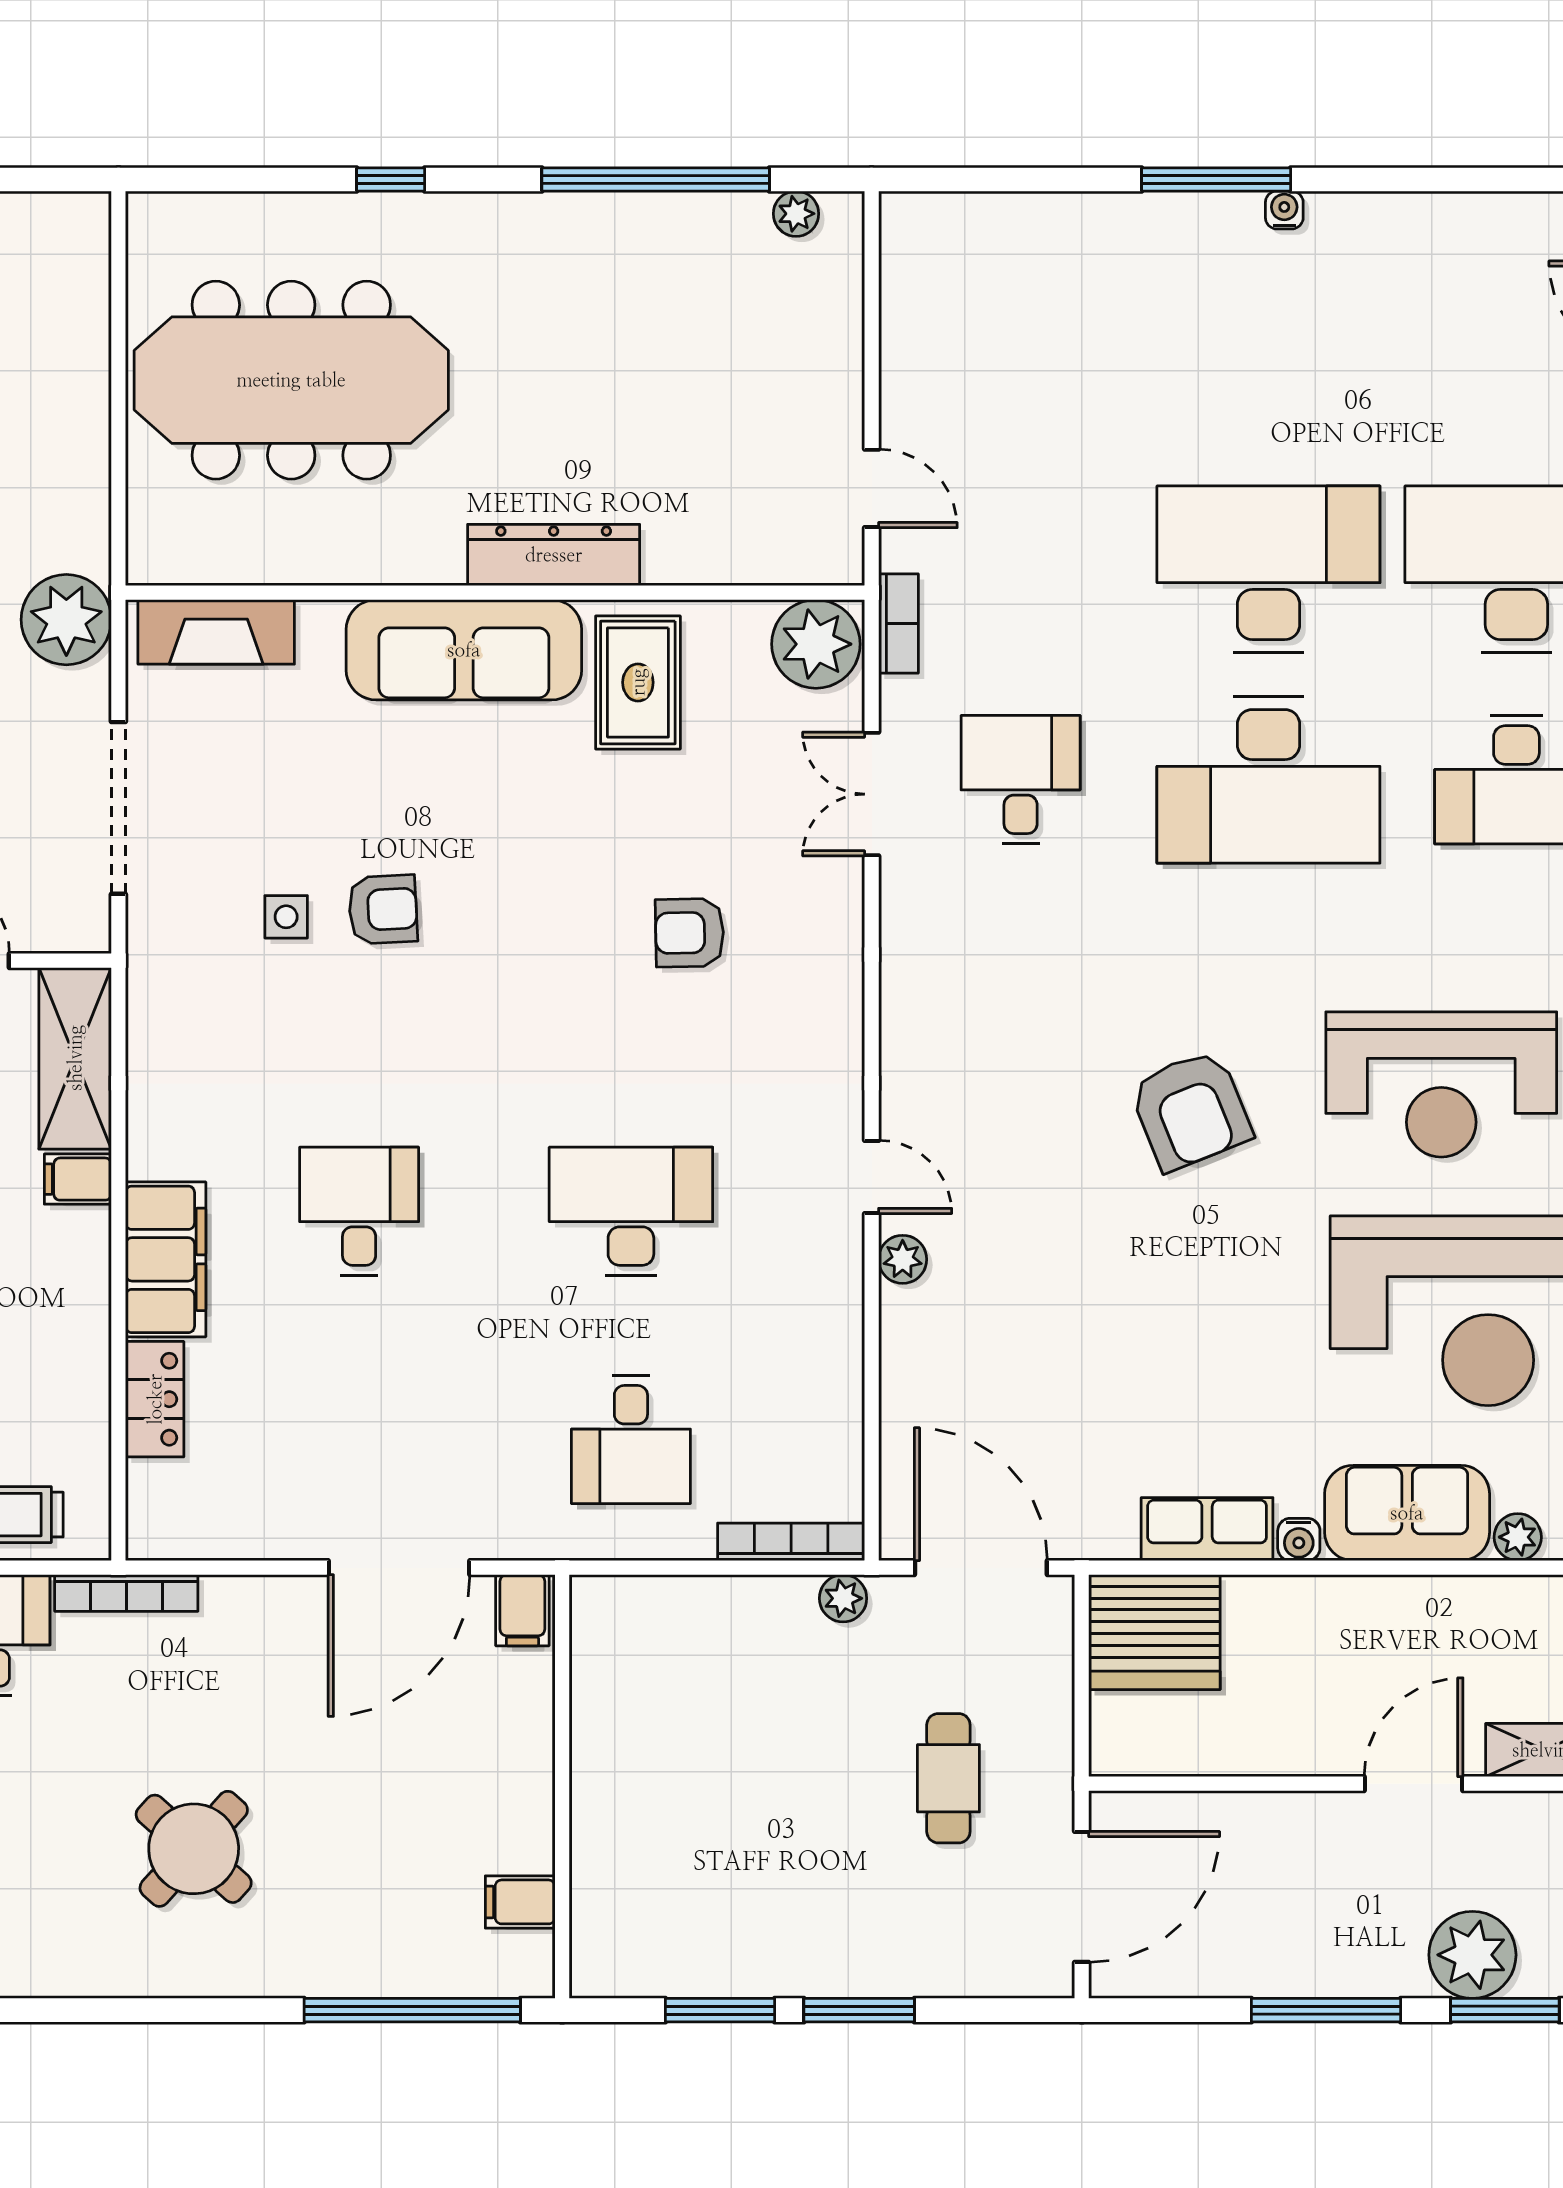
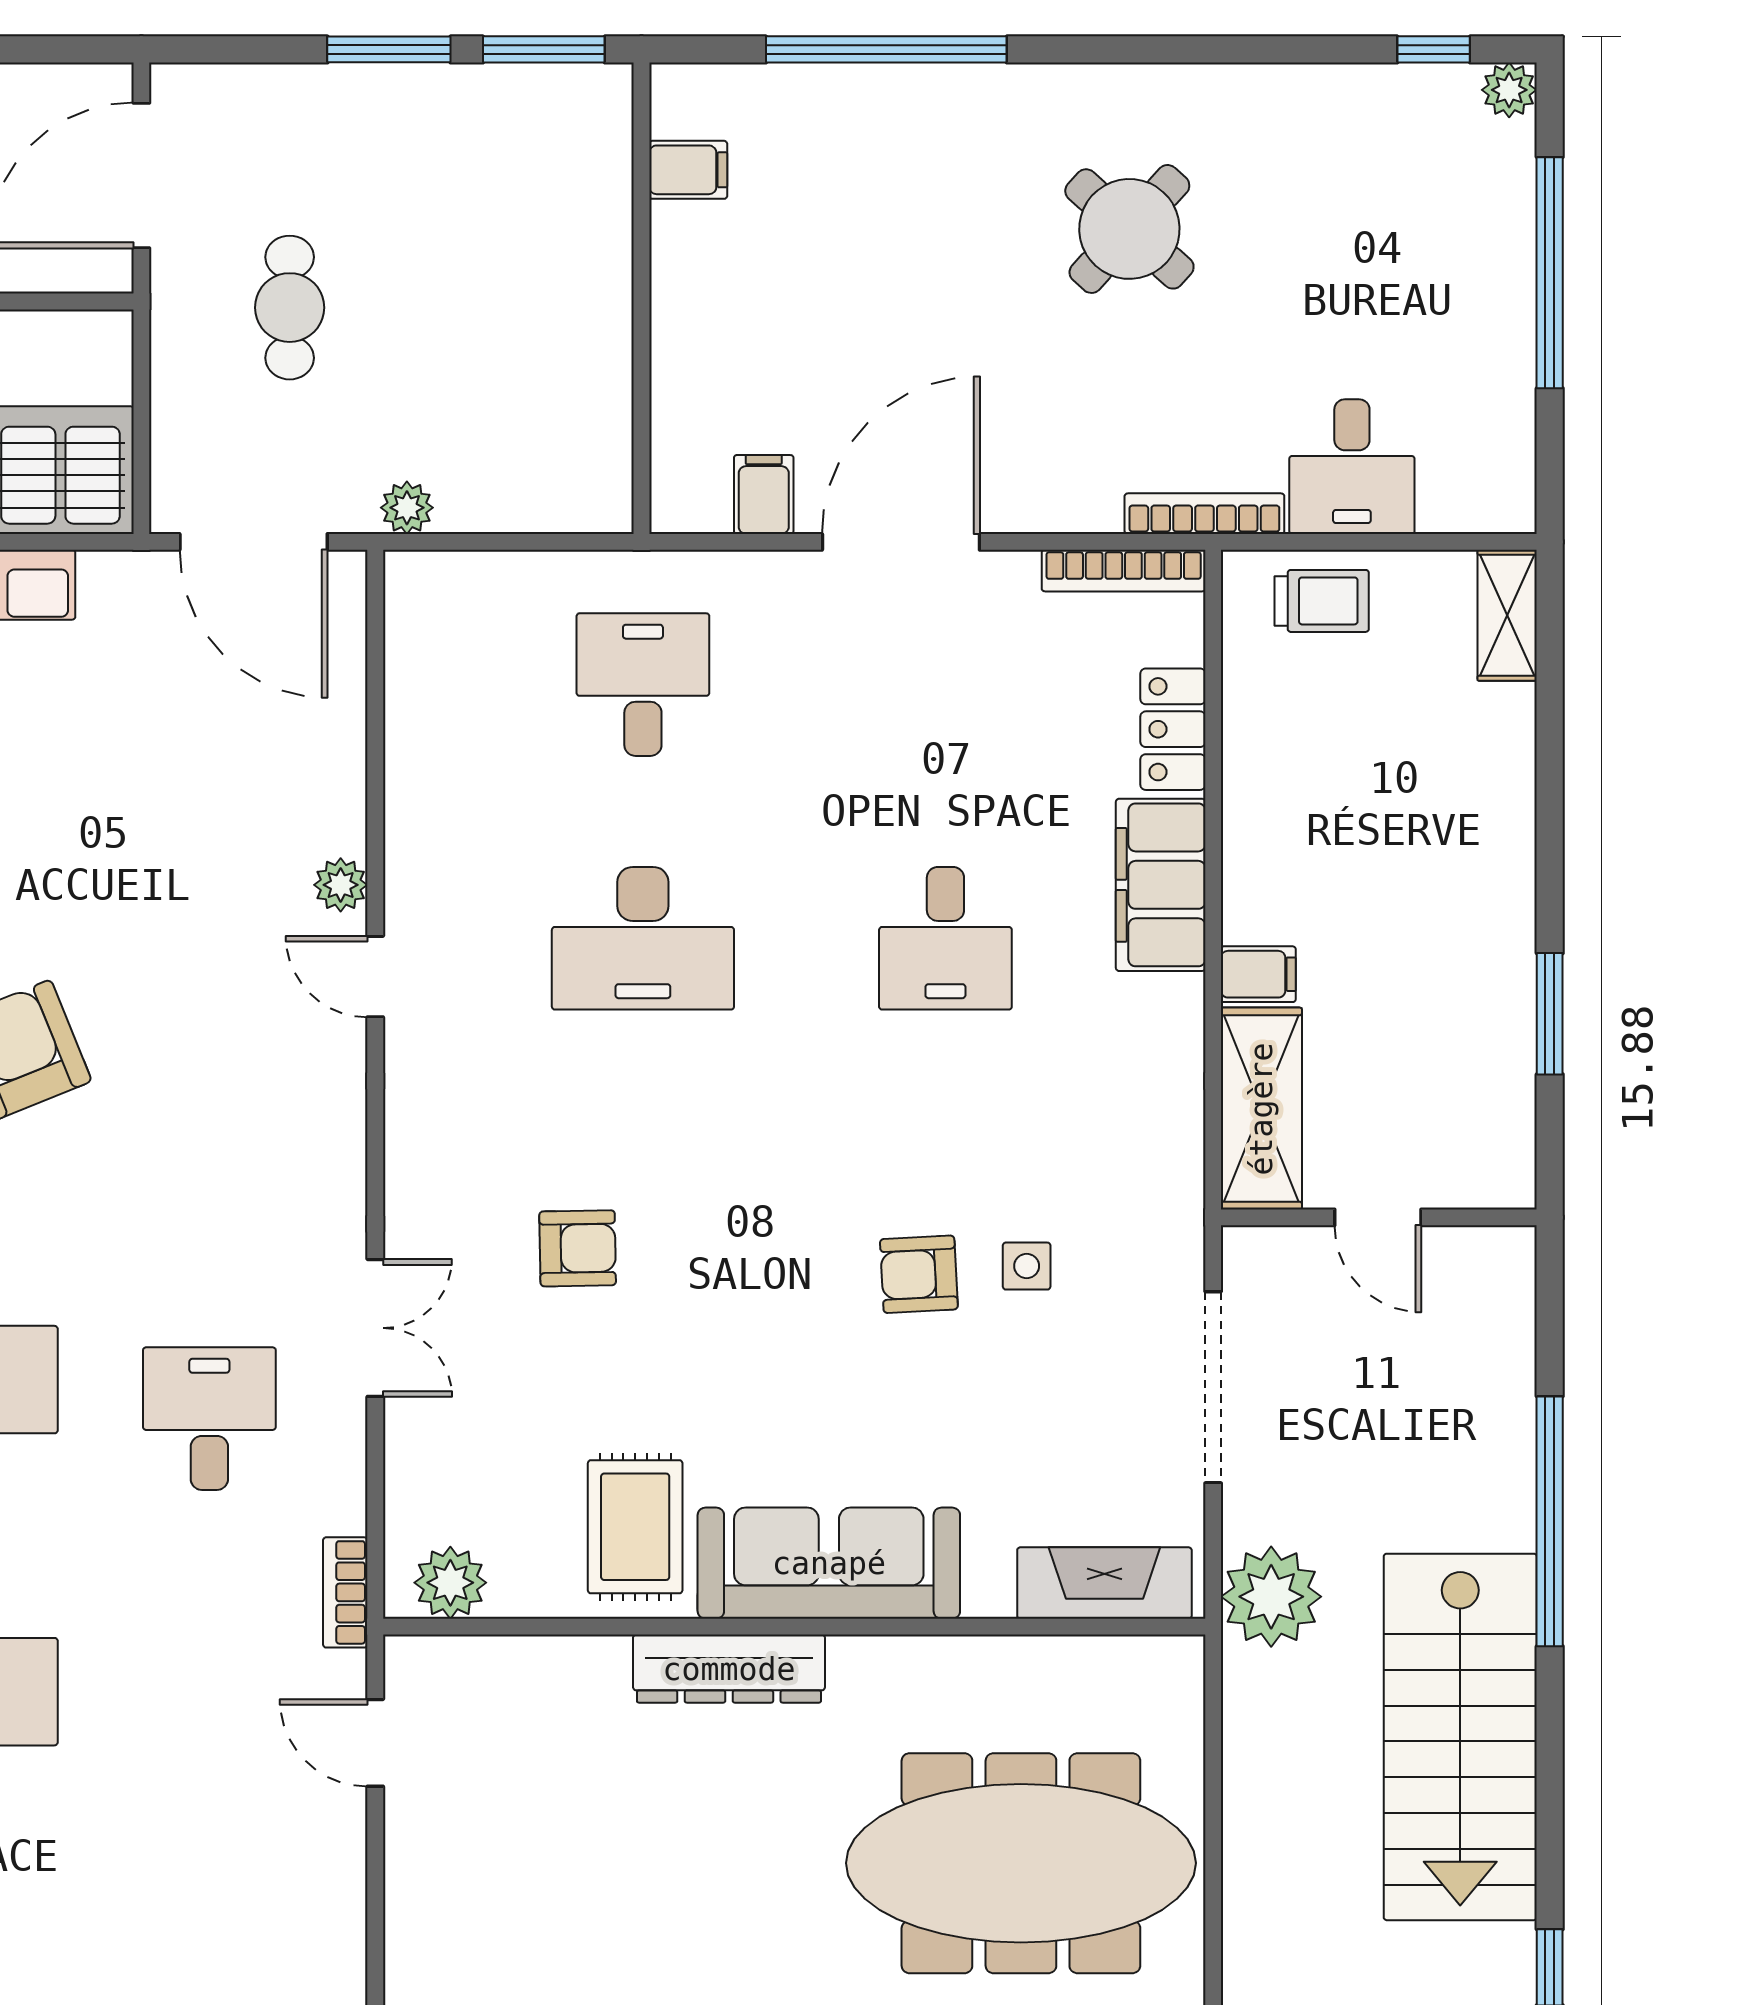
plant: (816, 644) -> (450, 1583), width x0.73, depth x0.73
desk: (1021, 780) -> (209, 1419), turned 180
double door: (872, 794) -> (375, 1328), moved
bookcase: (791, 1542) -> (1124, 571), moved
wall: (562, 1787) -> (642, 298), moved
filing cabinet: (520, 1902) -> (688, 170), moved

